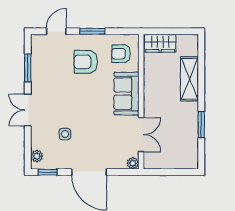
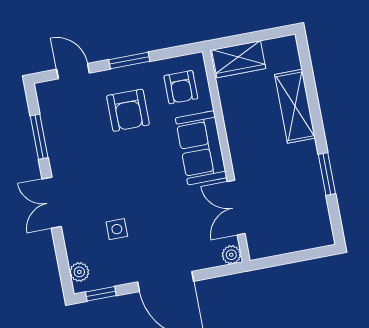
door: (56, 31) -> (73, 71), hinge flipped
armchair: (121, 54) -> (181, 87), turned -90
armchair: (86, 62) -> (128, 110), turned -90
double door: (141, 135) -> (236, 208), swing flipped

